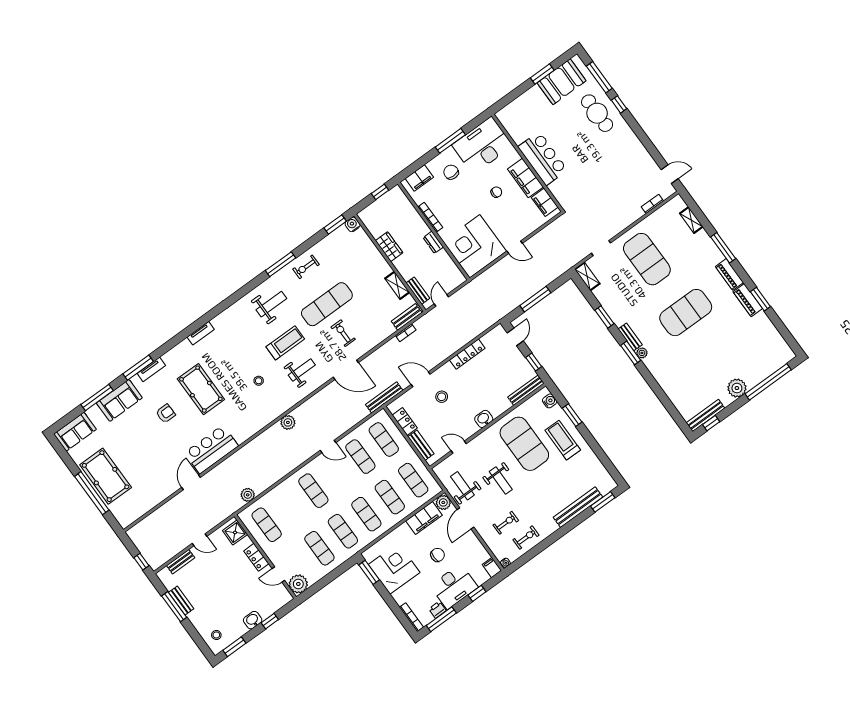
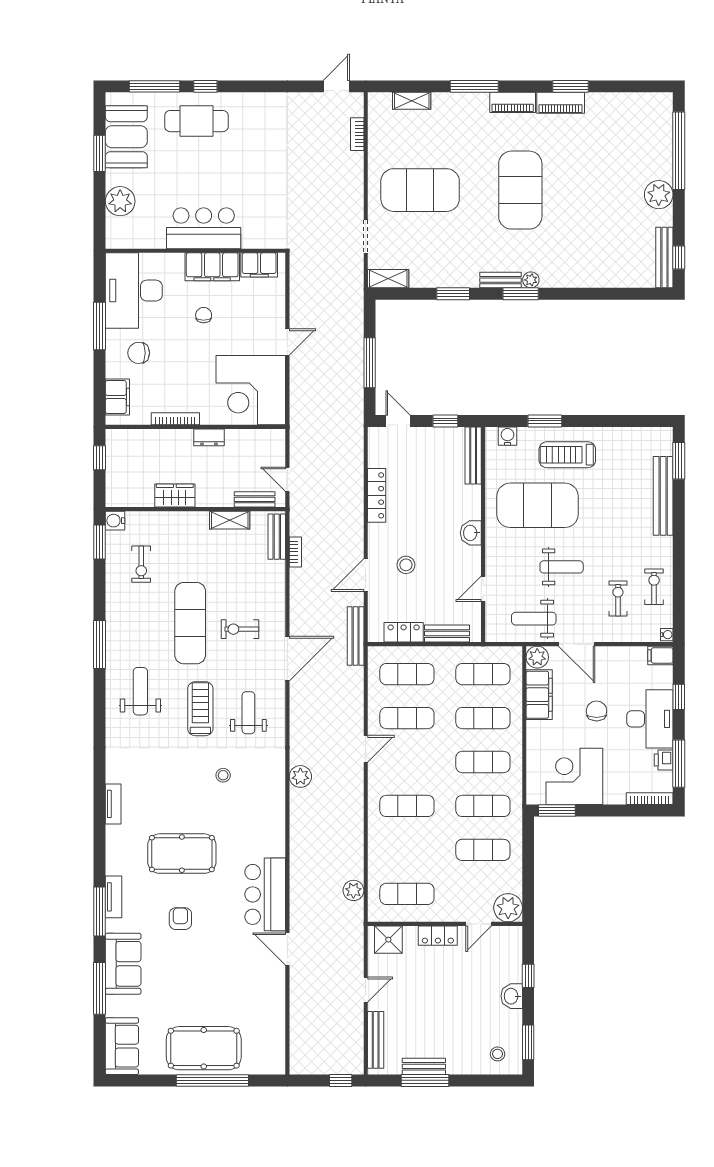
plant: (525, 103) -> (120, 201), added
exercise bike: (306, 267) -> (141, 564), moved
bench: (181, 562) -> (376, 1040), width x1.36

